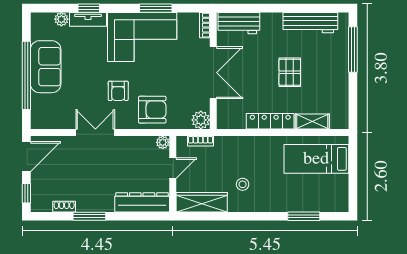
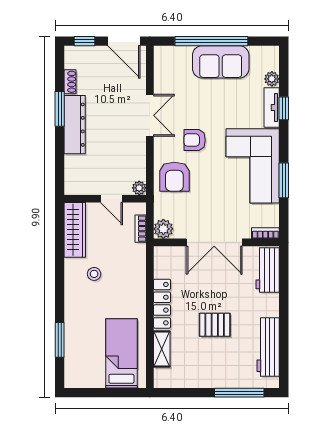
dresser: (142, 202) -> (75, 125), moved

